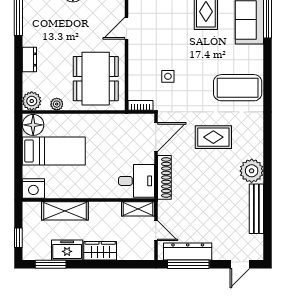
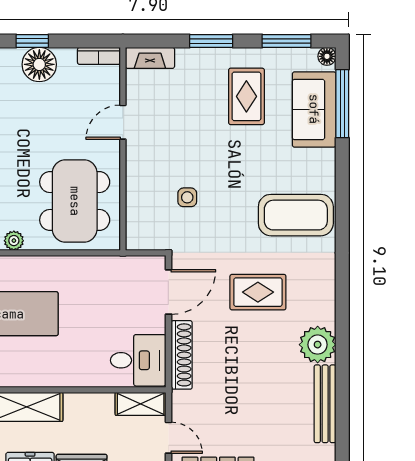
bookcase: (141, 105) -> (145, 243), removed

